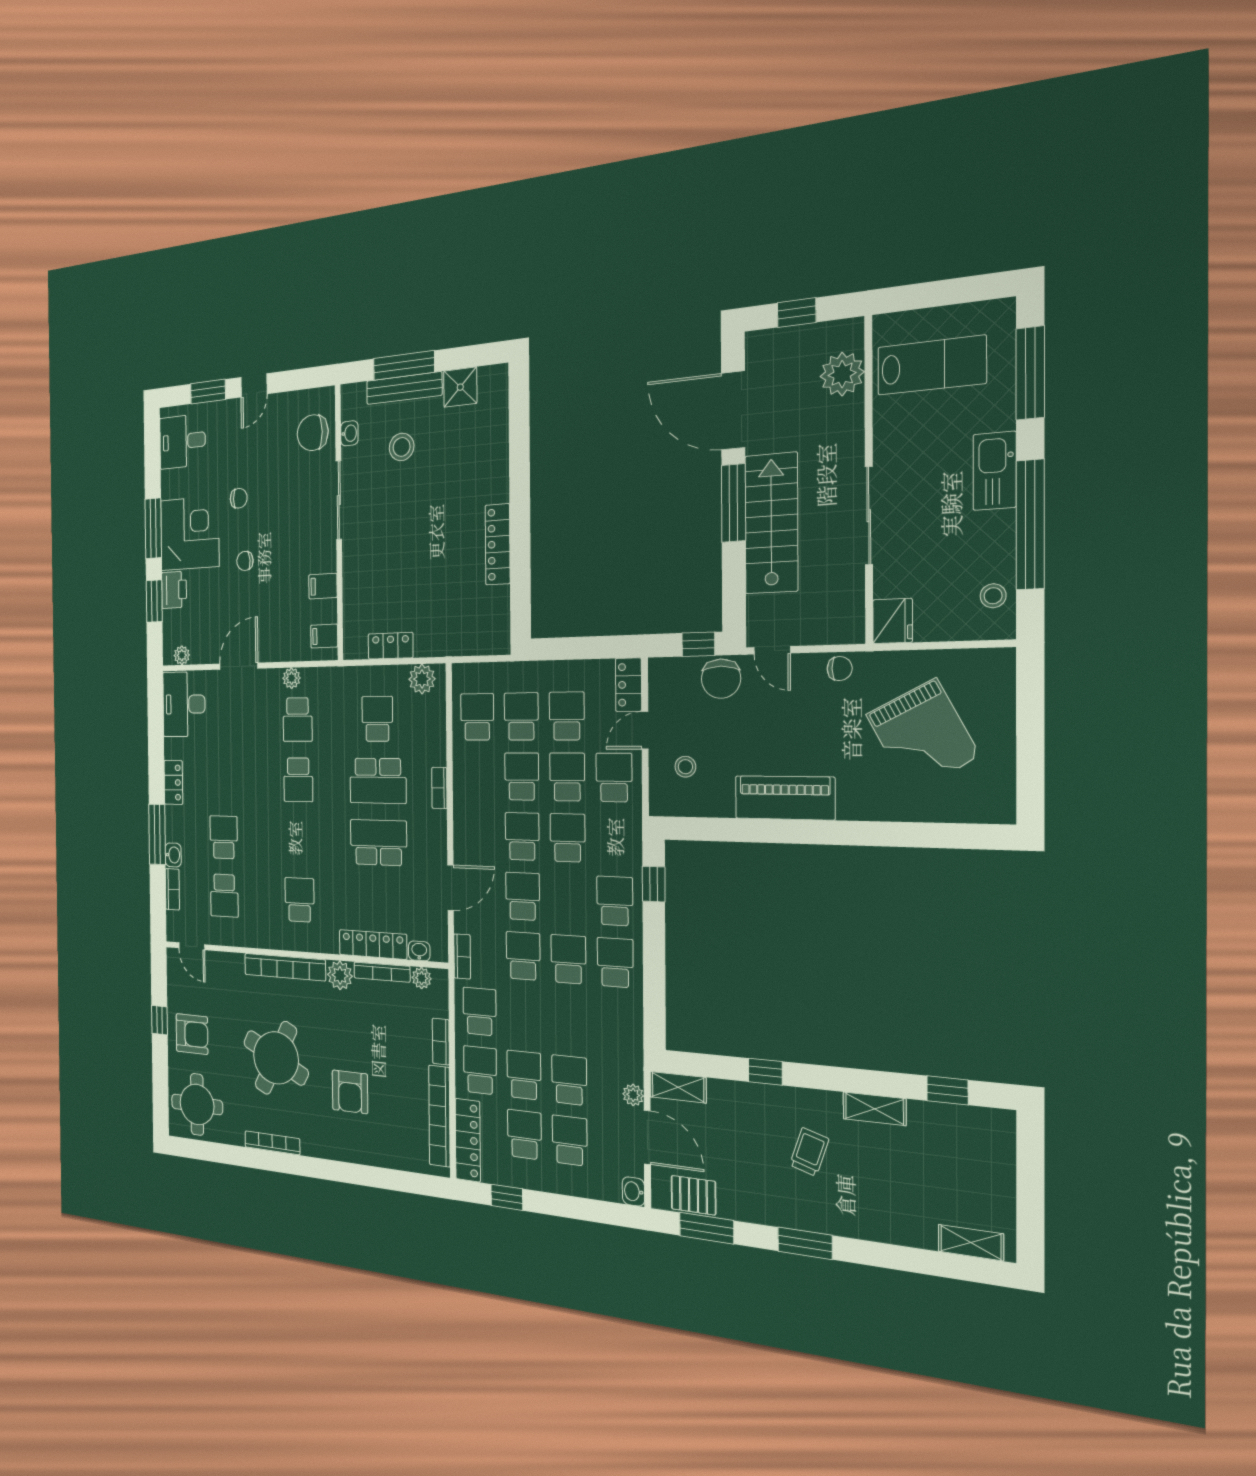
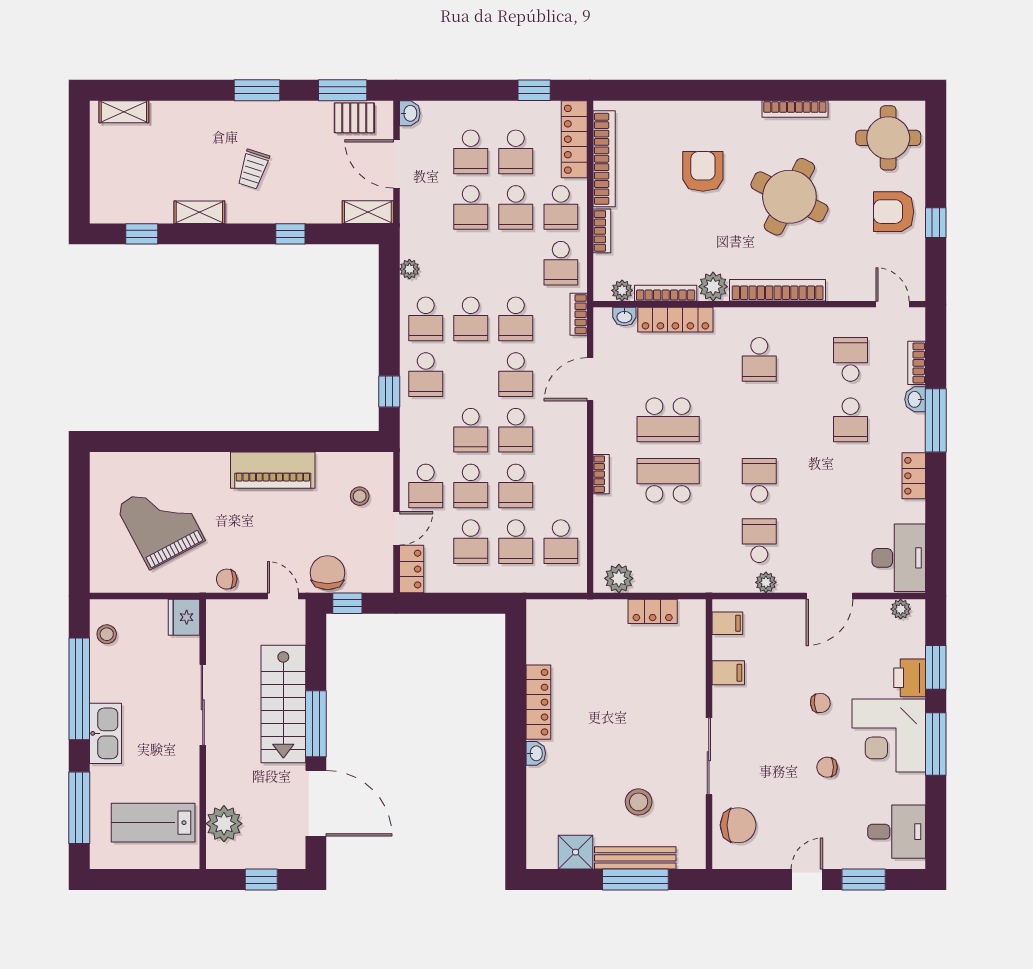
washbasin: (349, 433) -> (536, 753), moved, turned 180
school desk: (377, 719) -> (668, 541), removed
plant: (633, 1095) -> (409, 269), moved

